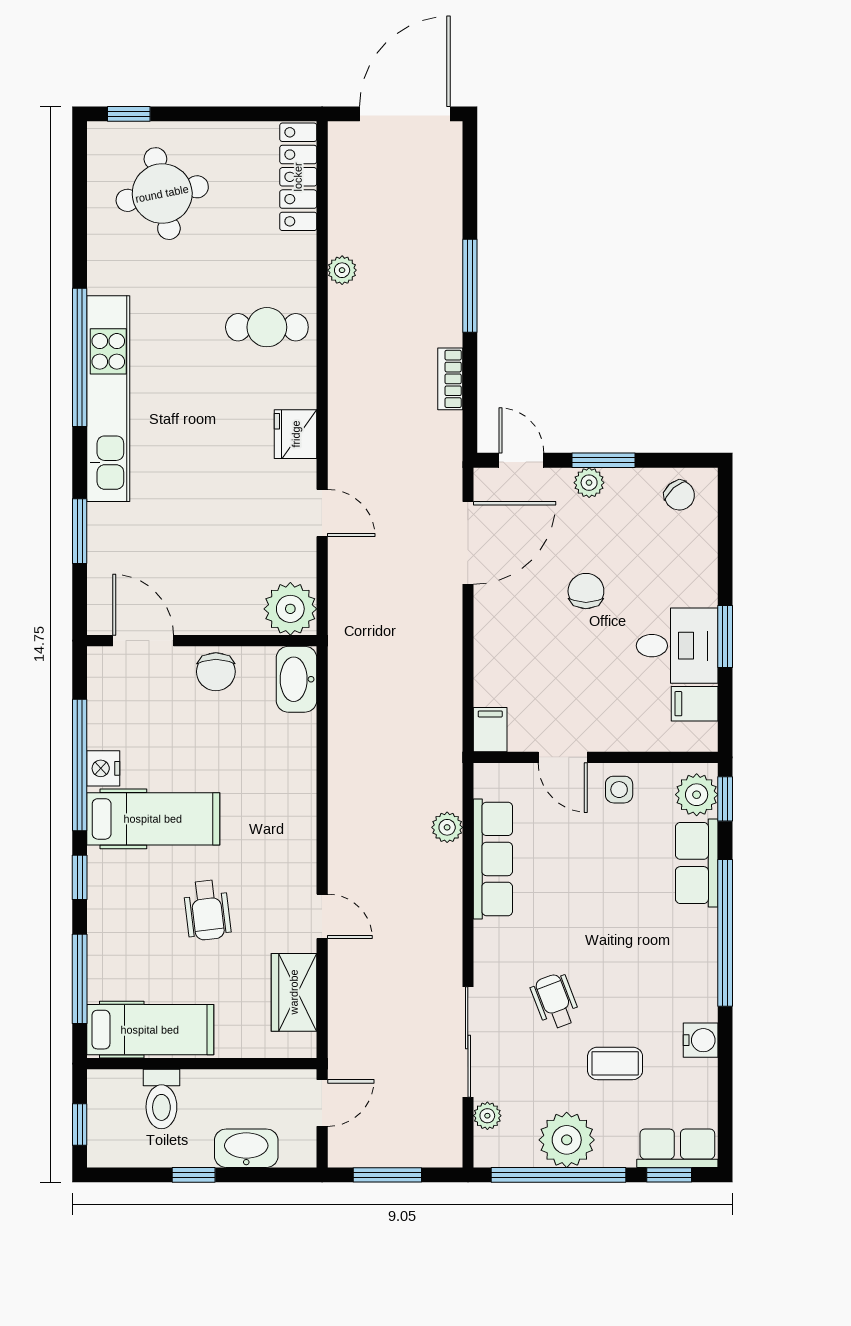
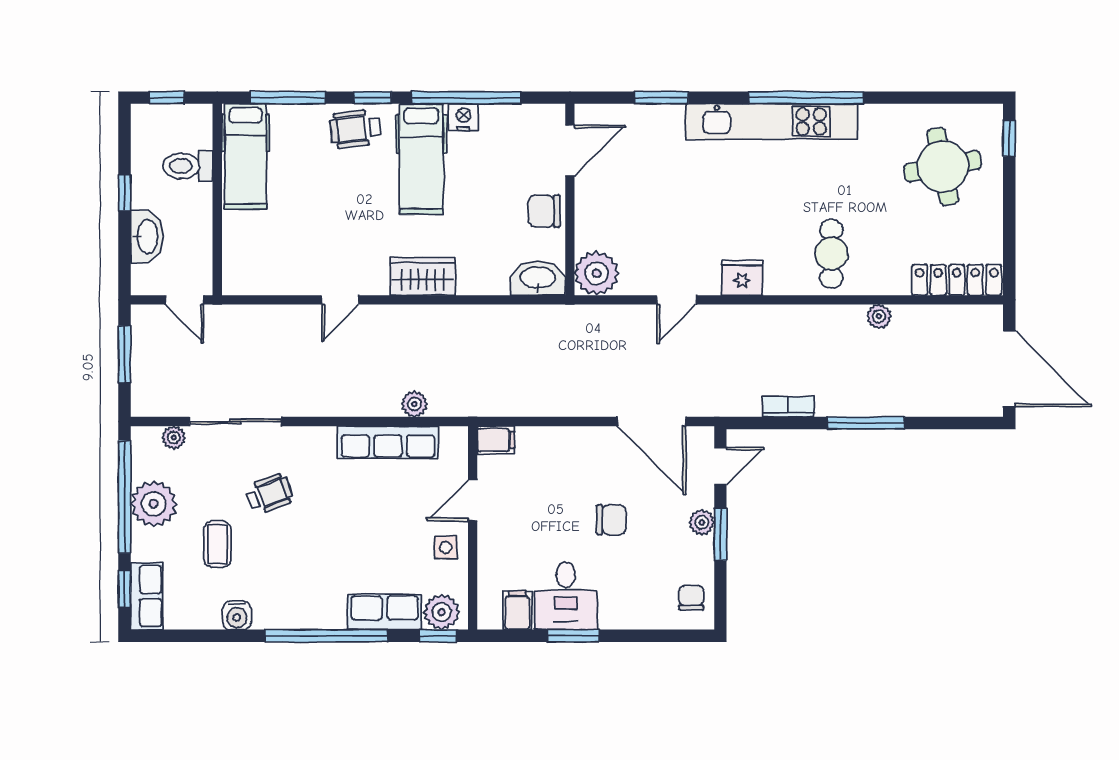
chair: (679, 495) -> (691, 598), turned 131
wheelchair: (207, 910) -> (355, 129), moved
wardrobe: (294, 992) -> (423, 276), moved

